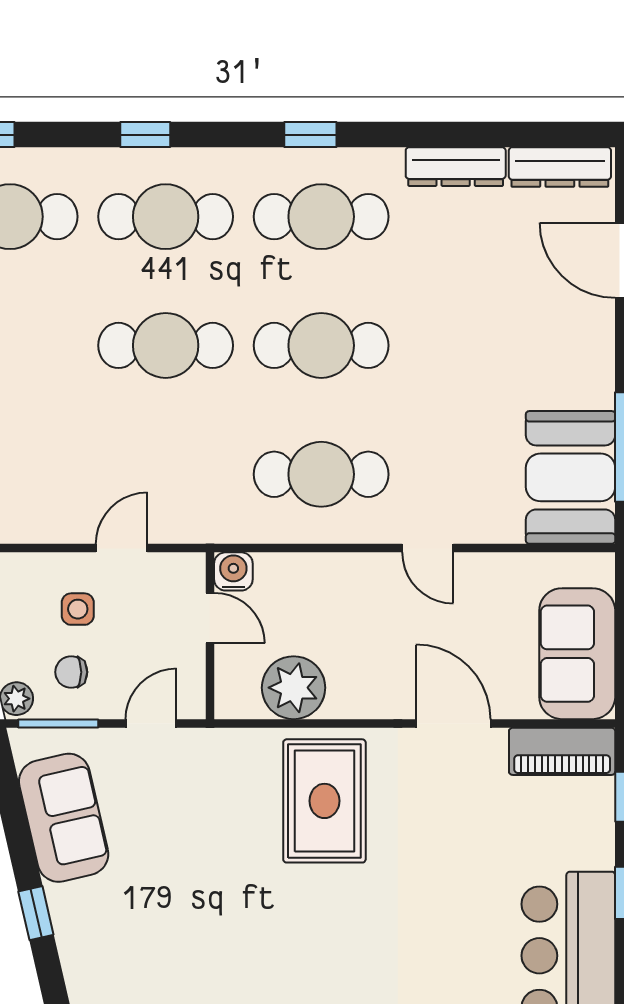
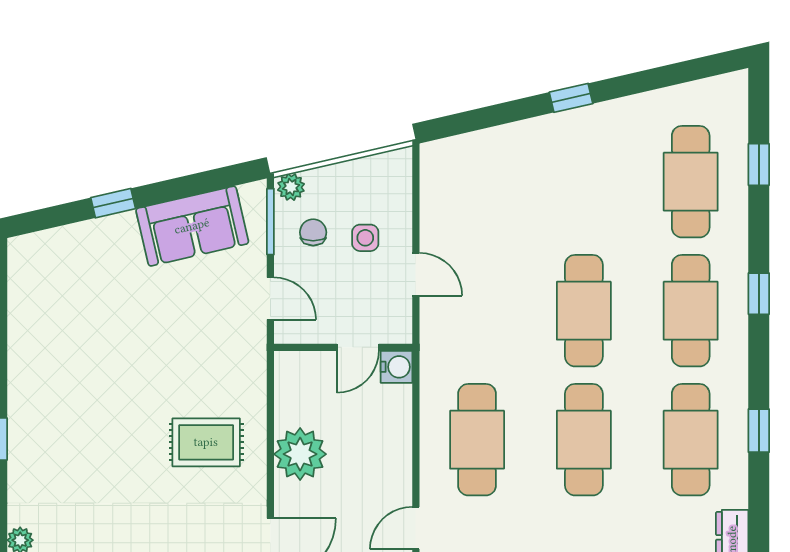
plant: (294, 688) -> (300, 454), moved
rug: (324, 801) -> (206, 442), width x0.73, depth x0.70

